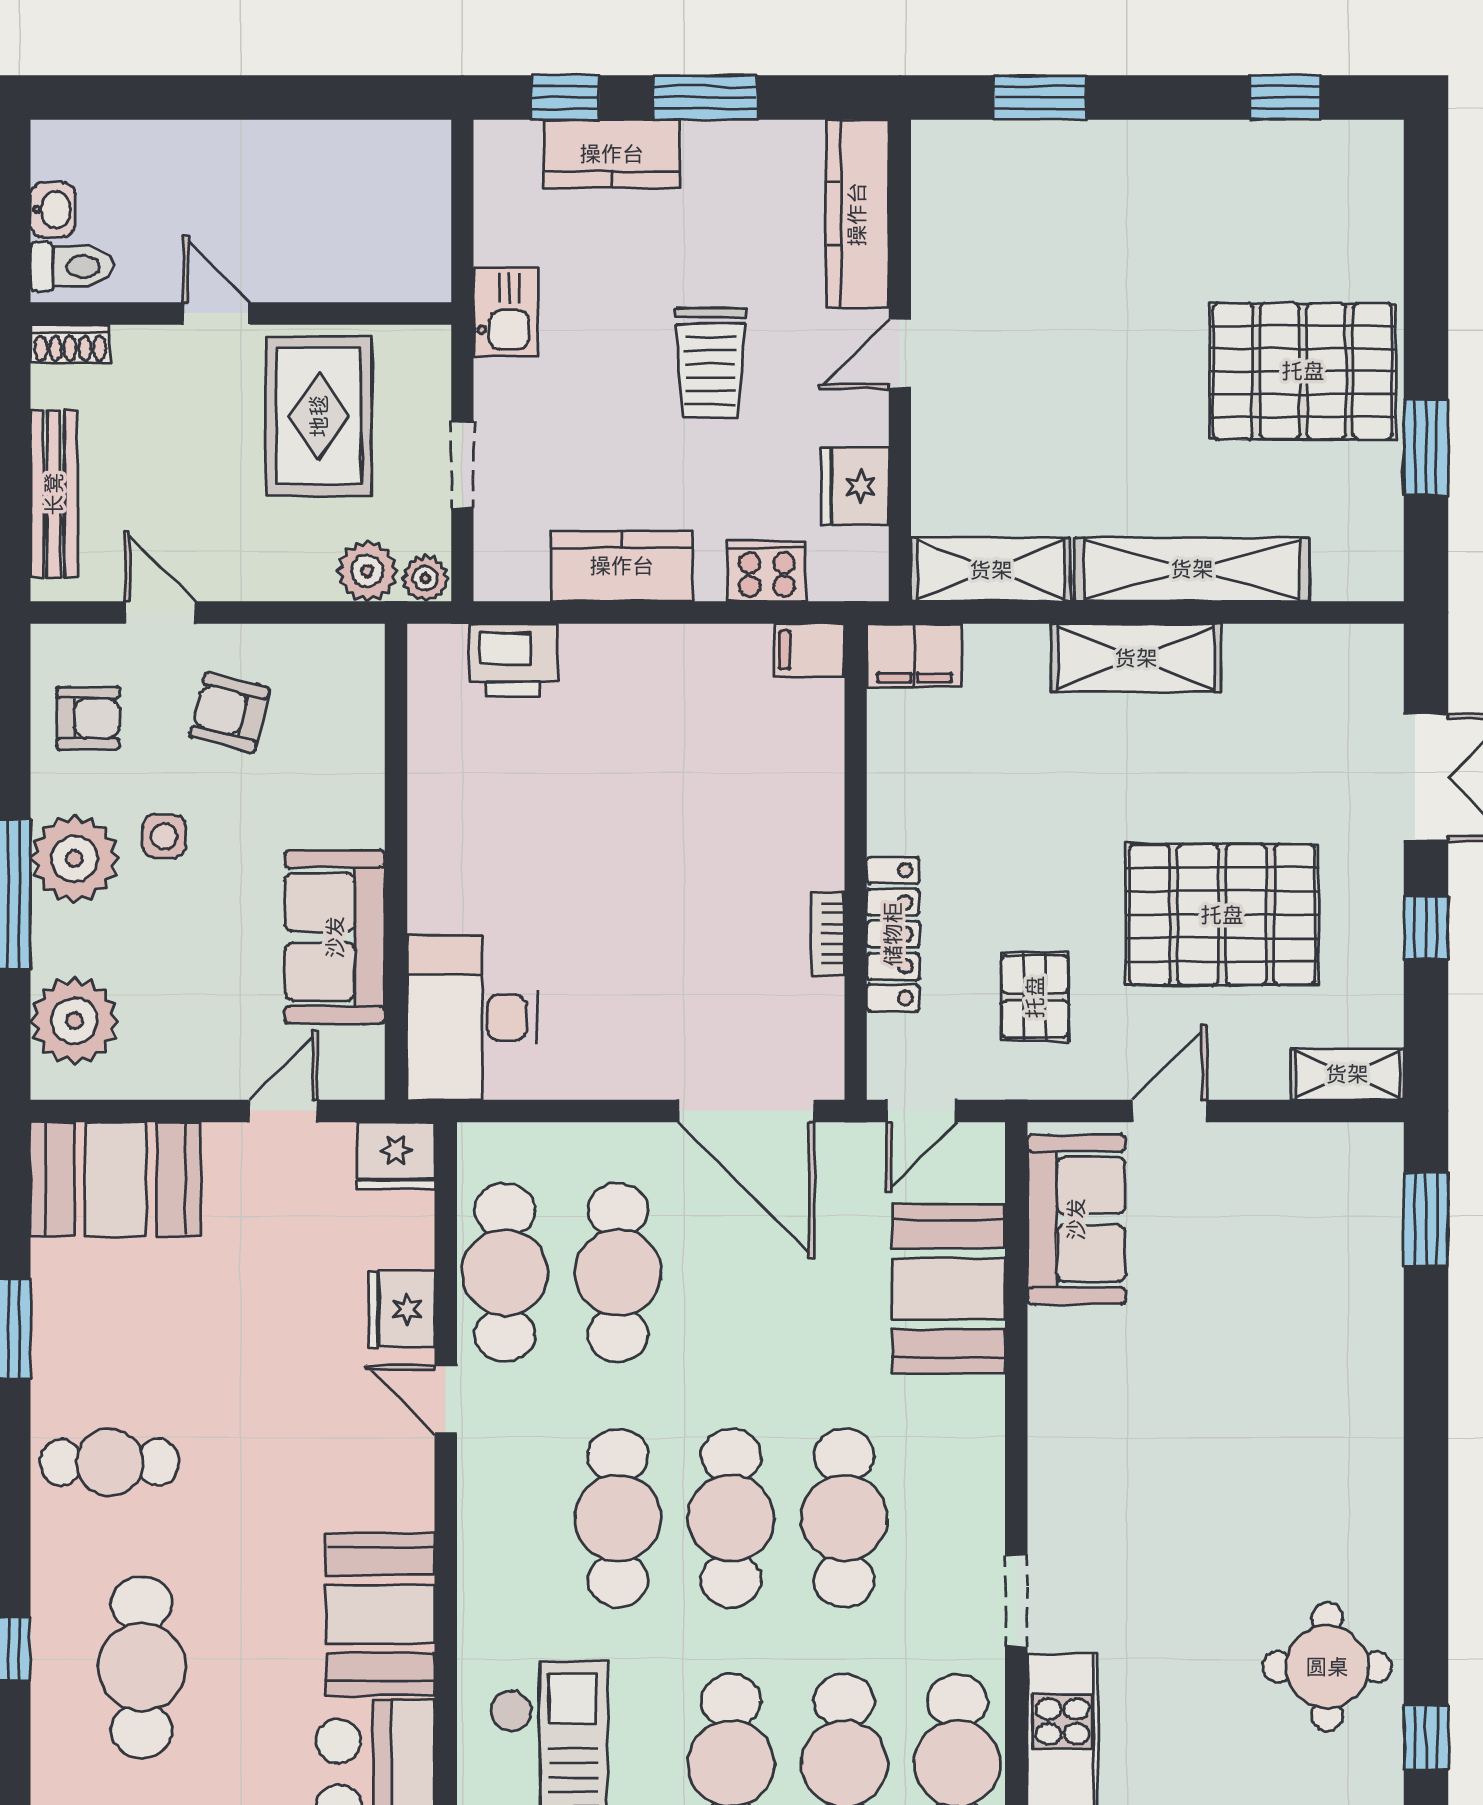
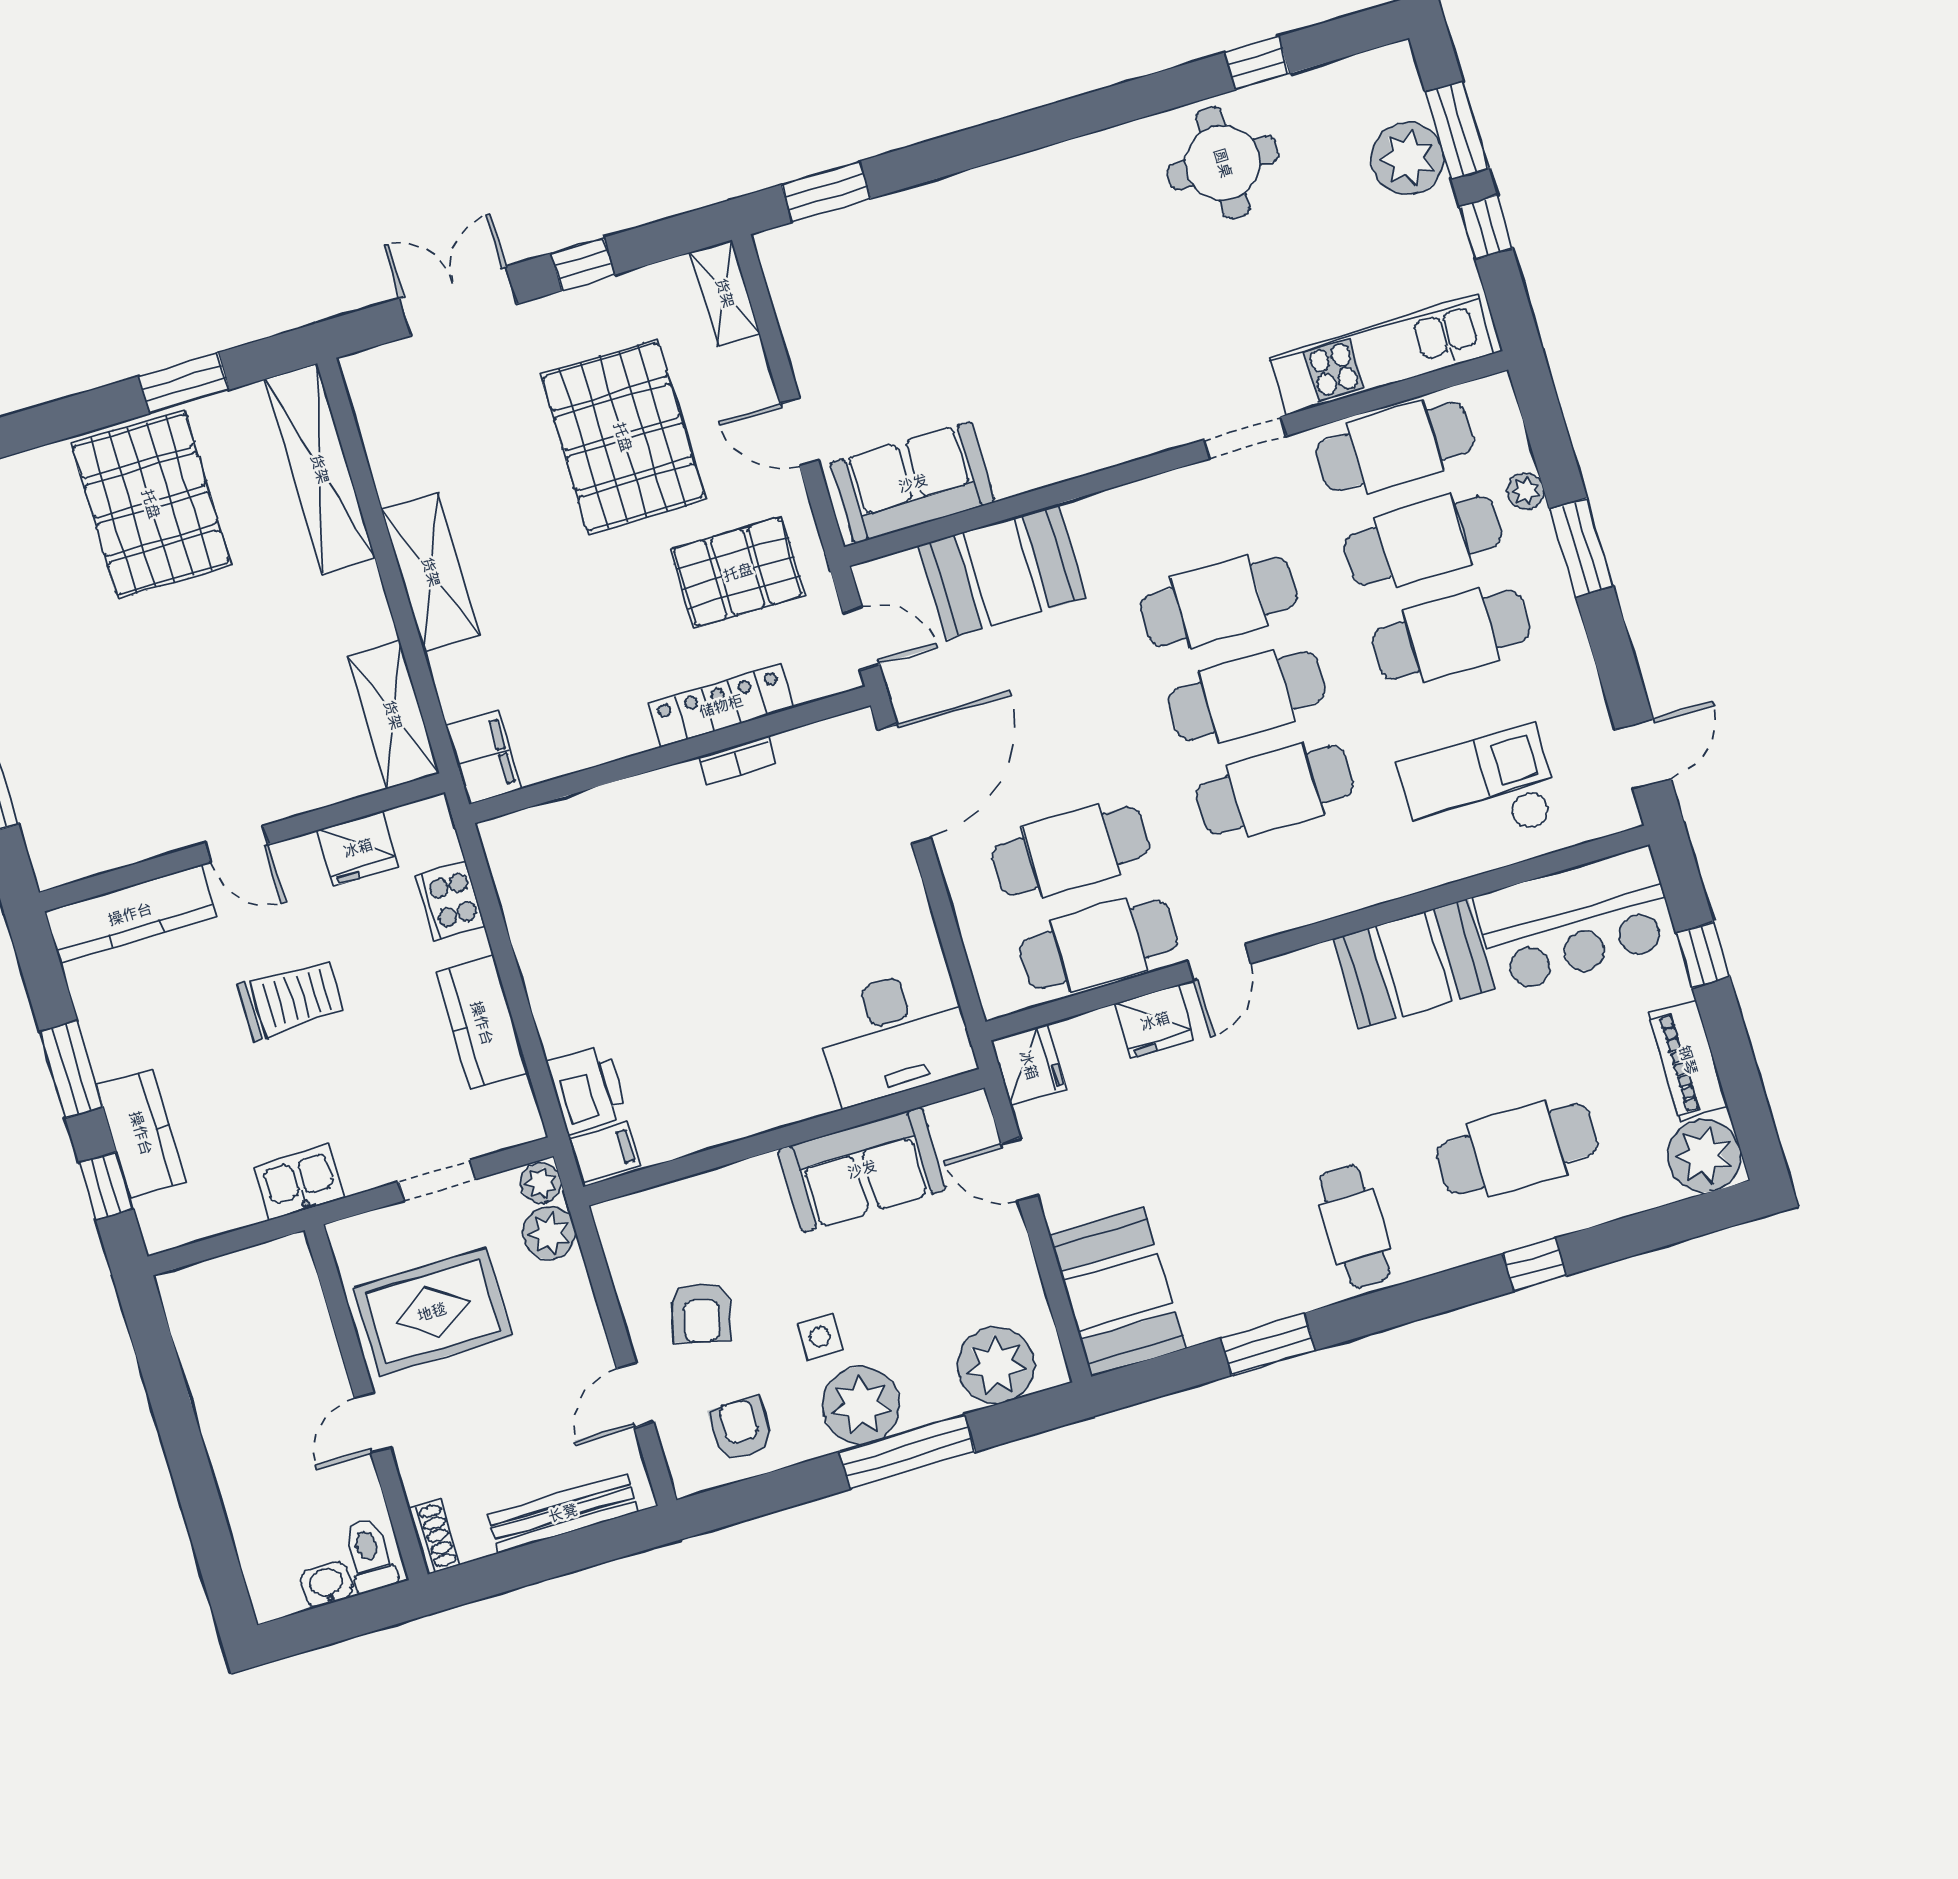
shelving: (1192, 569) -> (320, 469), moved
filing cabinet: (809, 650) -> (605, 1153), moved, turned -90
pallet: (1035, 997) -> (738, 572), width x1.50, depth x1.42

